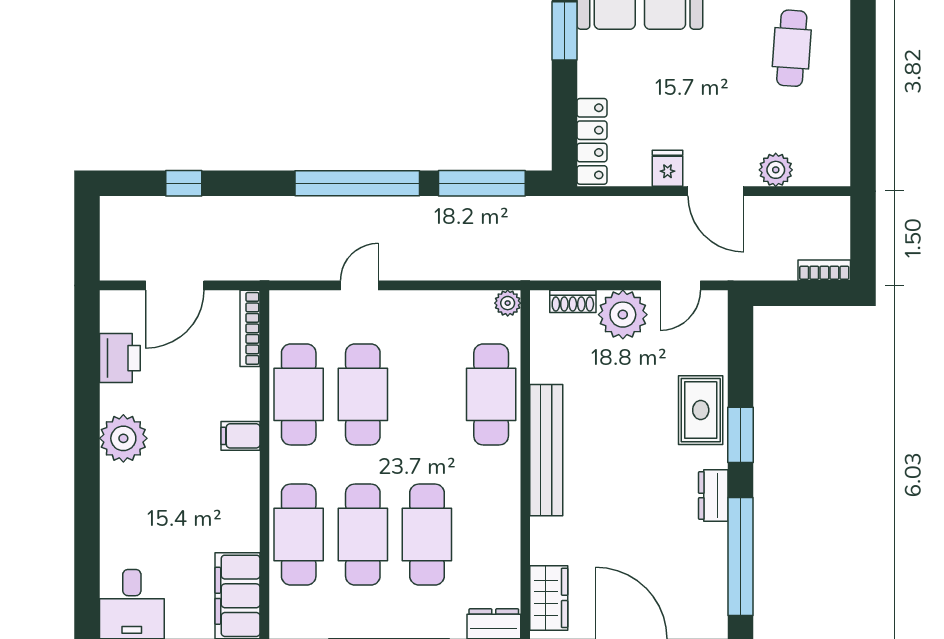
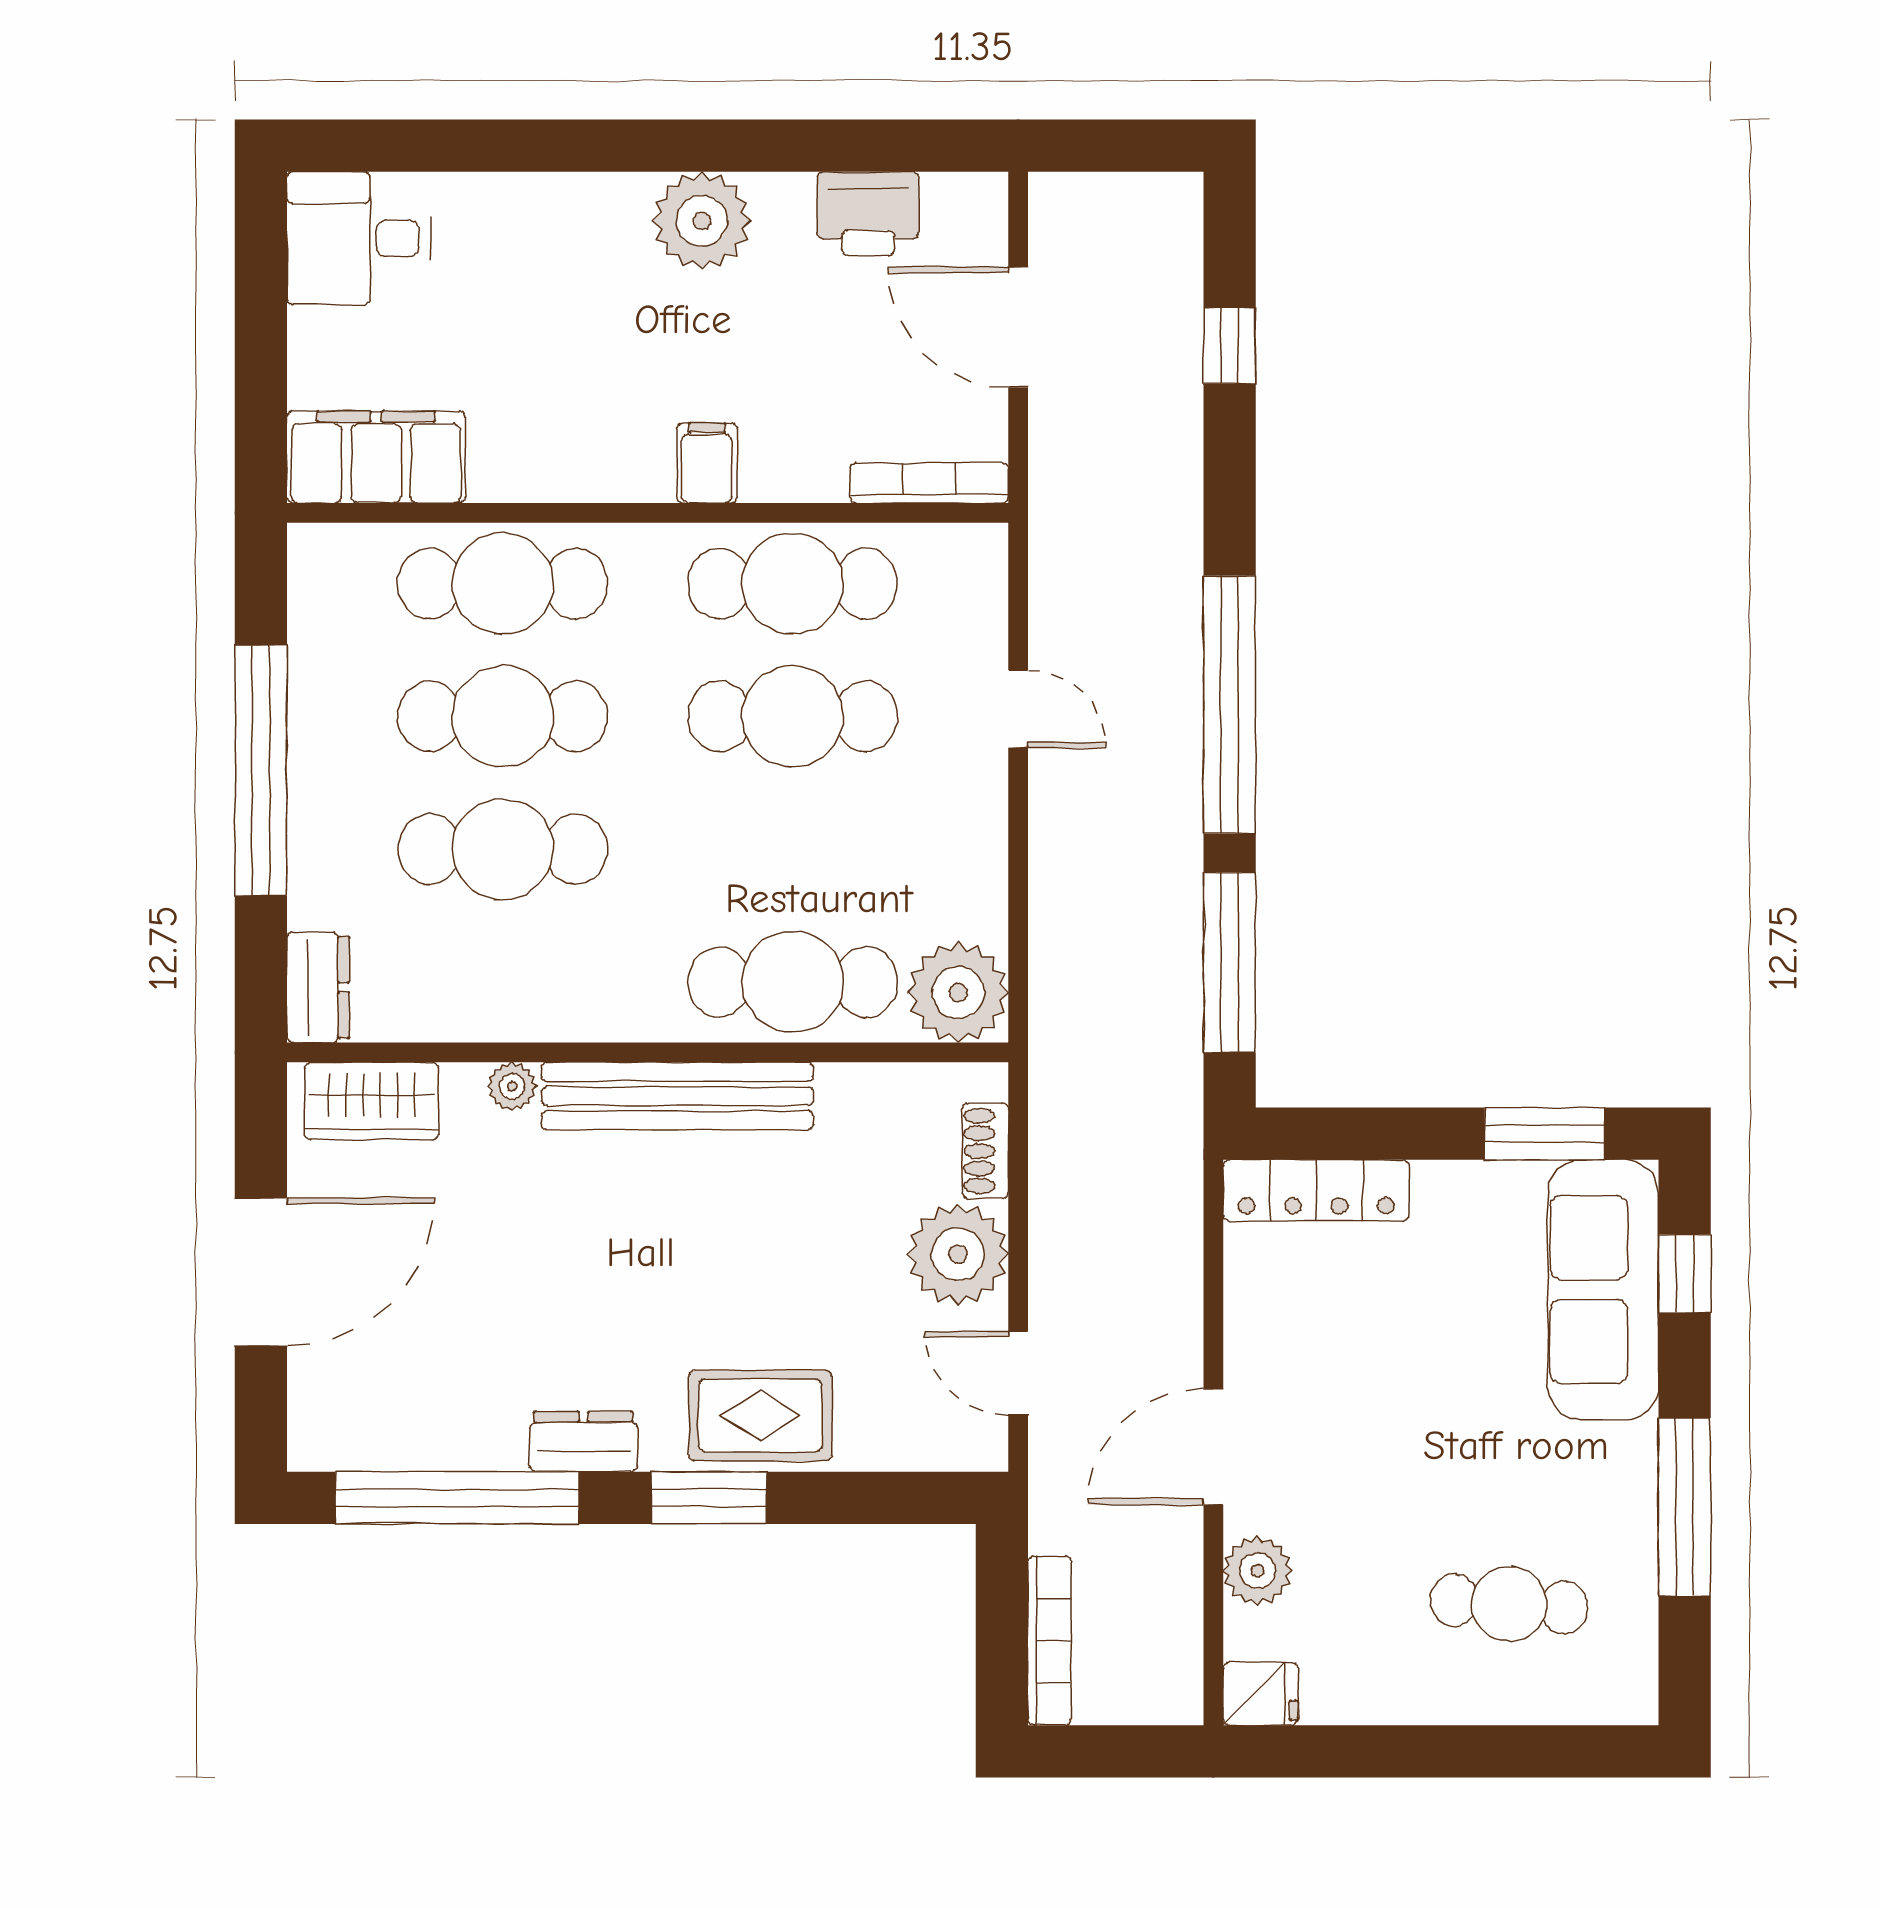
fridge: (668, 168) -> (1261, 1694), moved
bookcase: (824, 270) -> (1050, 1641), width x1.56
plant: (508, 303) -> (958, 993), width x1.88, depth x1.88
plant: (542, 530) -> (512, 1086), added

